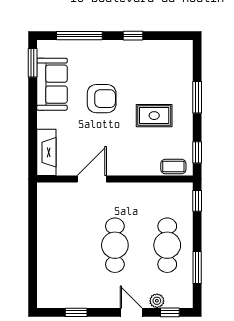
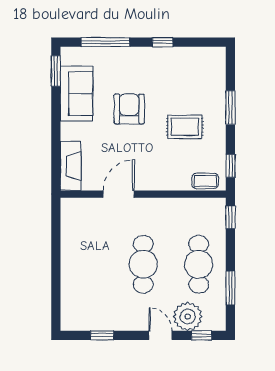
armchair: (102, 99) -> (129, 109), turned -90
plant: (157, 301) -> (188, 316), width x1.88, depth x1.88

